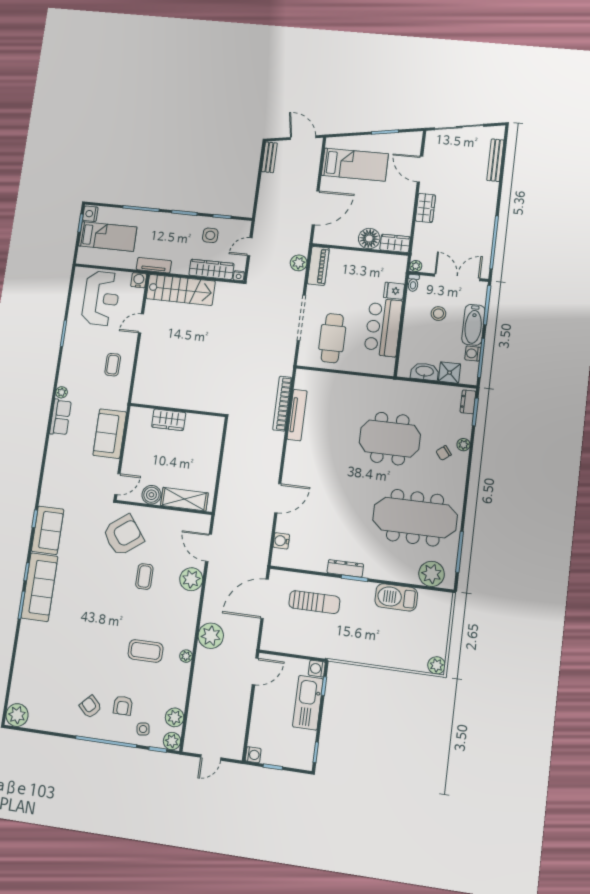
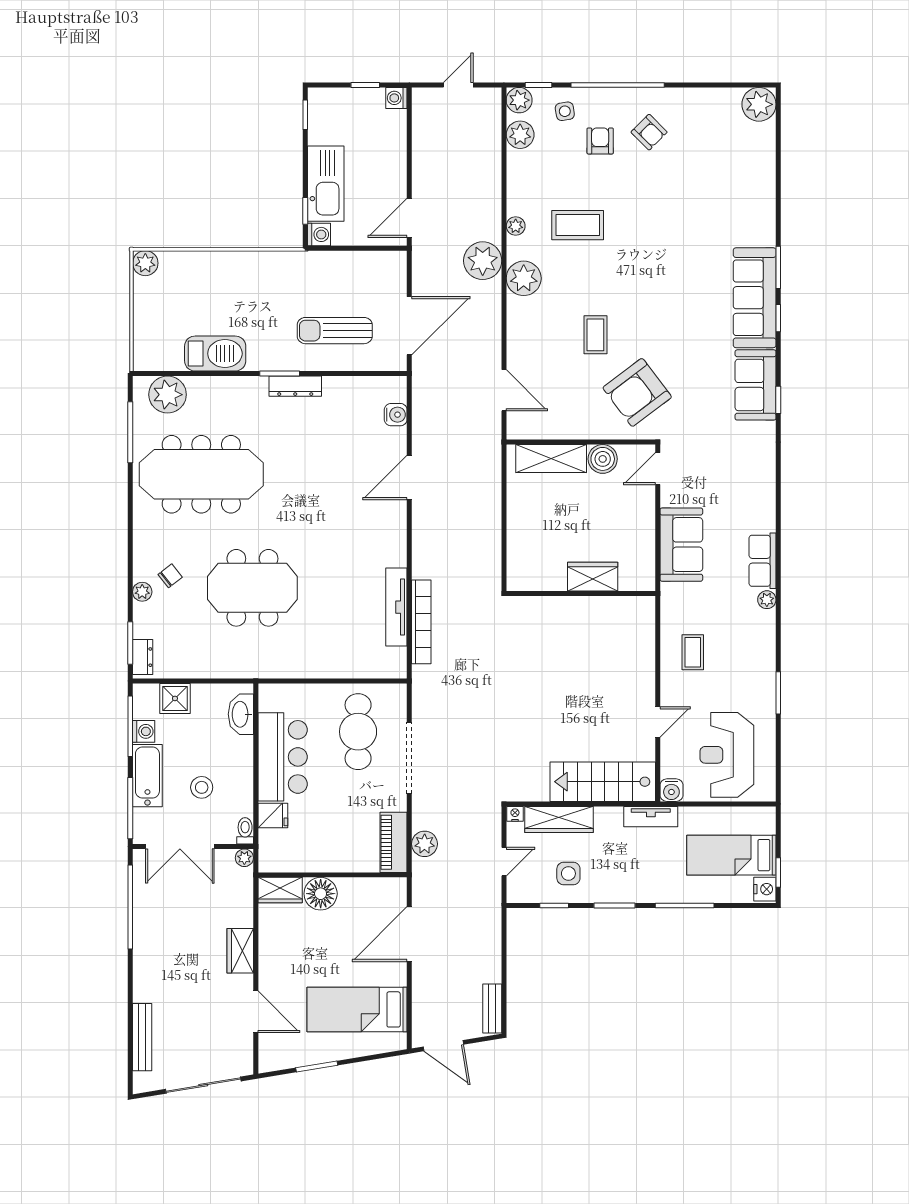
washbasin: (425, 372) -> (241, 714), moved, turned 90
plant: (191, 579) -> (524, 278), moved

